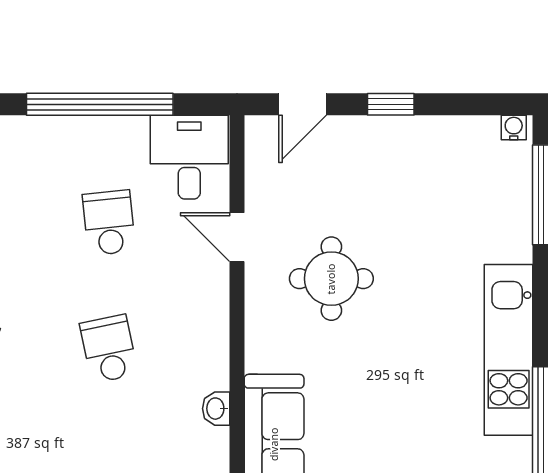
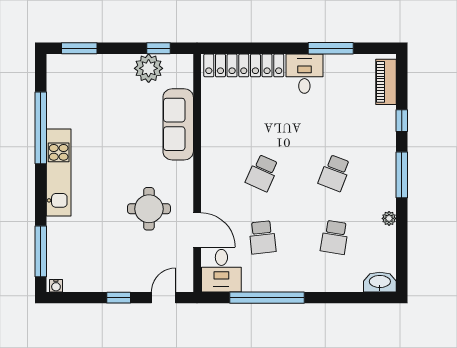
door: (237, 237) -> (197, 230), width x1.38
school desk: (109, 349) -> (262, 173), turned 36
washbasin: (216, 409) -> (208, 143), removed

